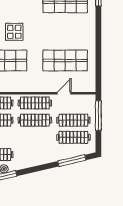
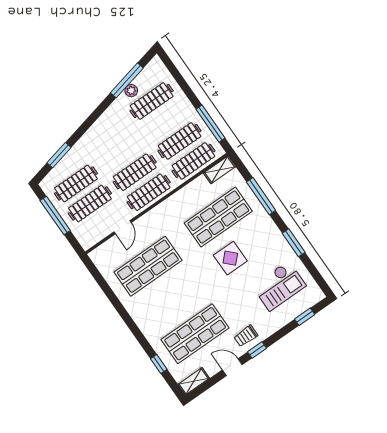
window: (98, 116) -> (55, 215), moved
window: (72, 161) -> (59, 155), width x0.69

